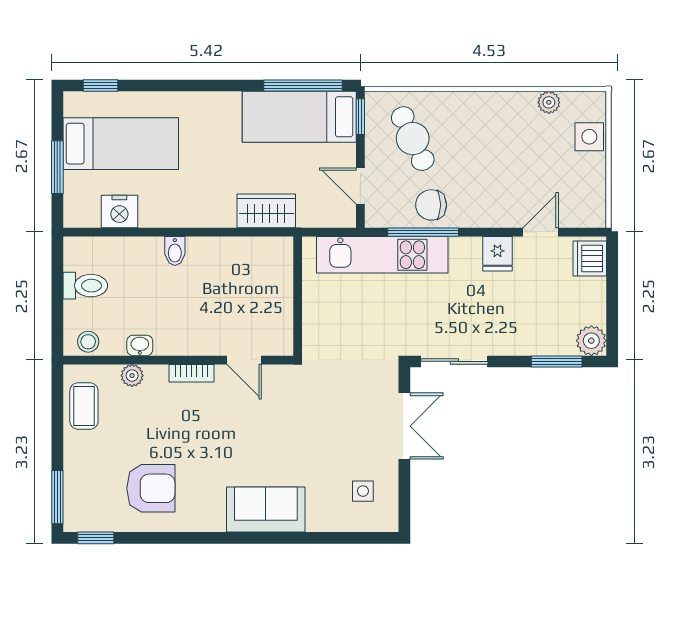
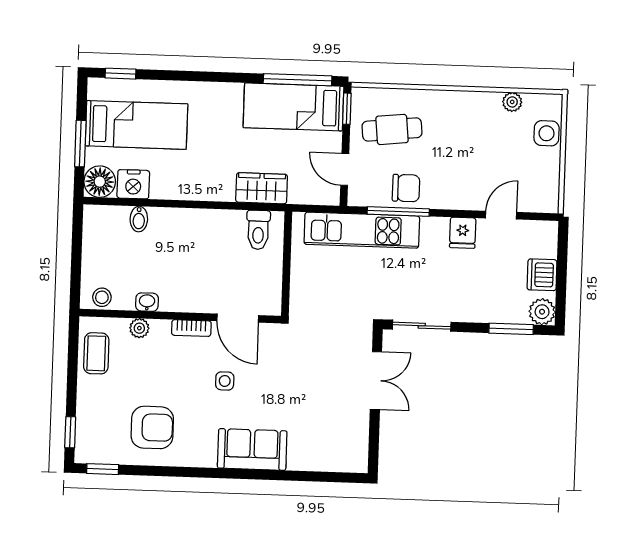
cafe table: (413, 139) -> (392, 129), turned -71
chair: (431, 205) -> (406, 188), turned 180
floor lamp: (81, 210) -> (100, 182), added
bidet: (175, 251) -> (139, 219), moved
dishwasher: (590, 259) -> (542, 275), moved
toilet: (85, 286) -> (258, 230), moved, turned 90
door: (244, 360) -> (238, 318), width x1.38
side table: (363, 491) -> (225, 381), moved
window: (57, 497) -> (70, 432), width x0.67

